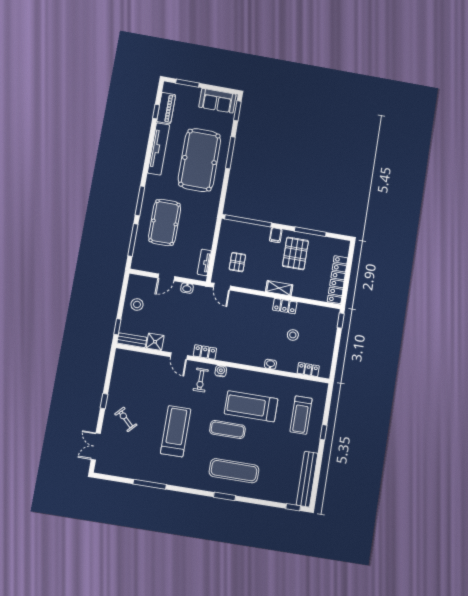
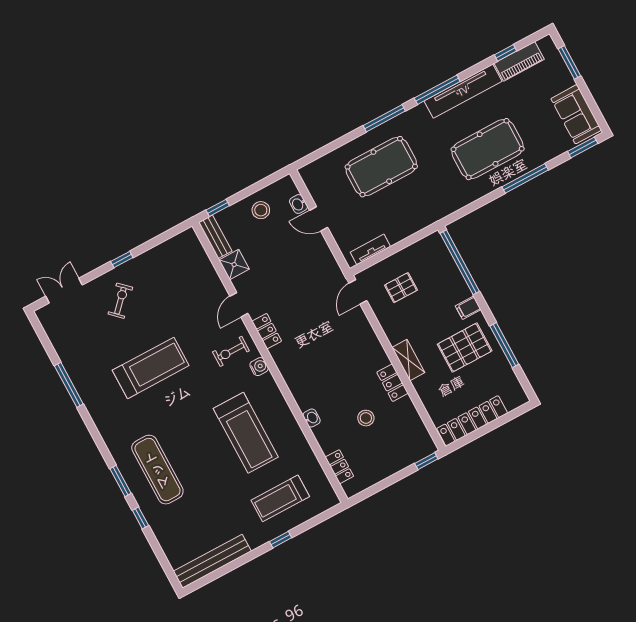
pool table: (199, 160) -> (488, 149), width x0.73, depth x0.76
window: (133, 240) -> (437, 90), moved
washbasin: (187, 288) -> (298, 204), moved
treadmill: (251, 406) -> (246, 433), turned 180
exercise mat: (227, 430) -> (198, 426), removed
window: (293, 507) -> (140, 518), moved

